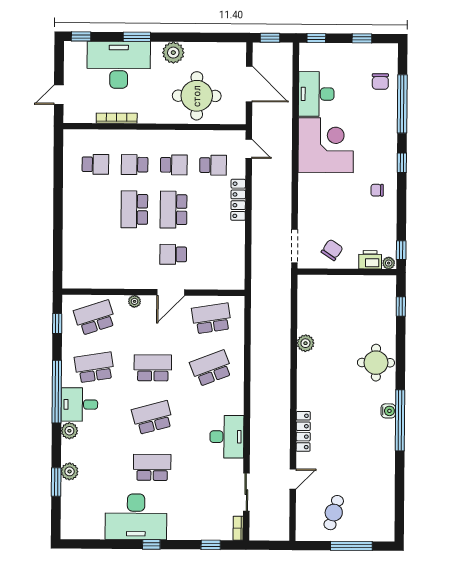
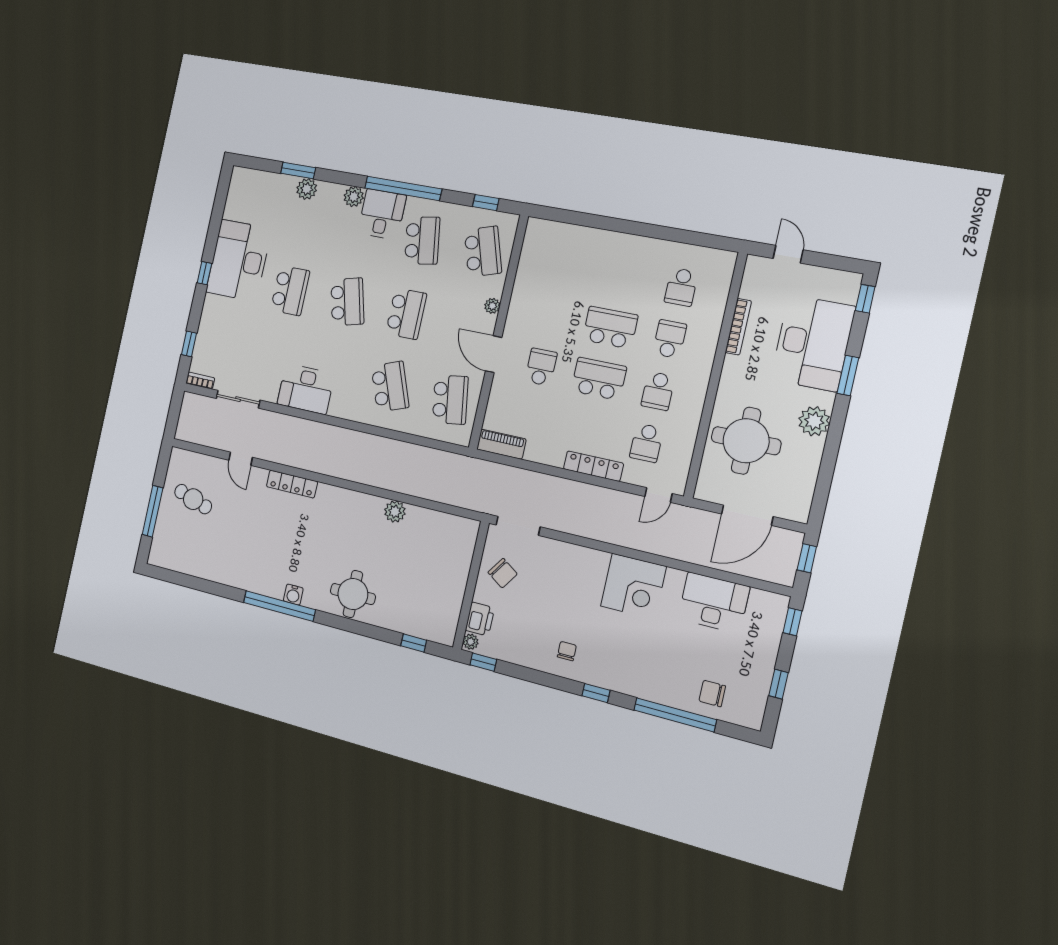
corner desk: (326, 145) -> (633, 586), width x0.74, depth x0.74
piano: (237, 272) -> (501, 444), added

